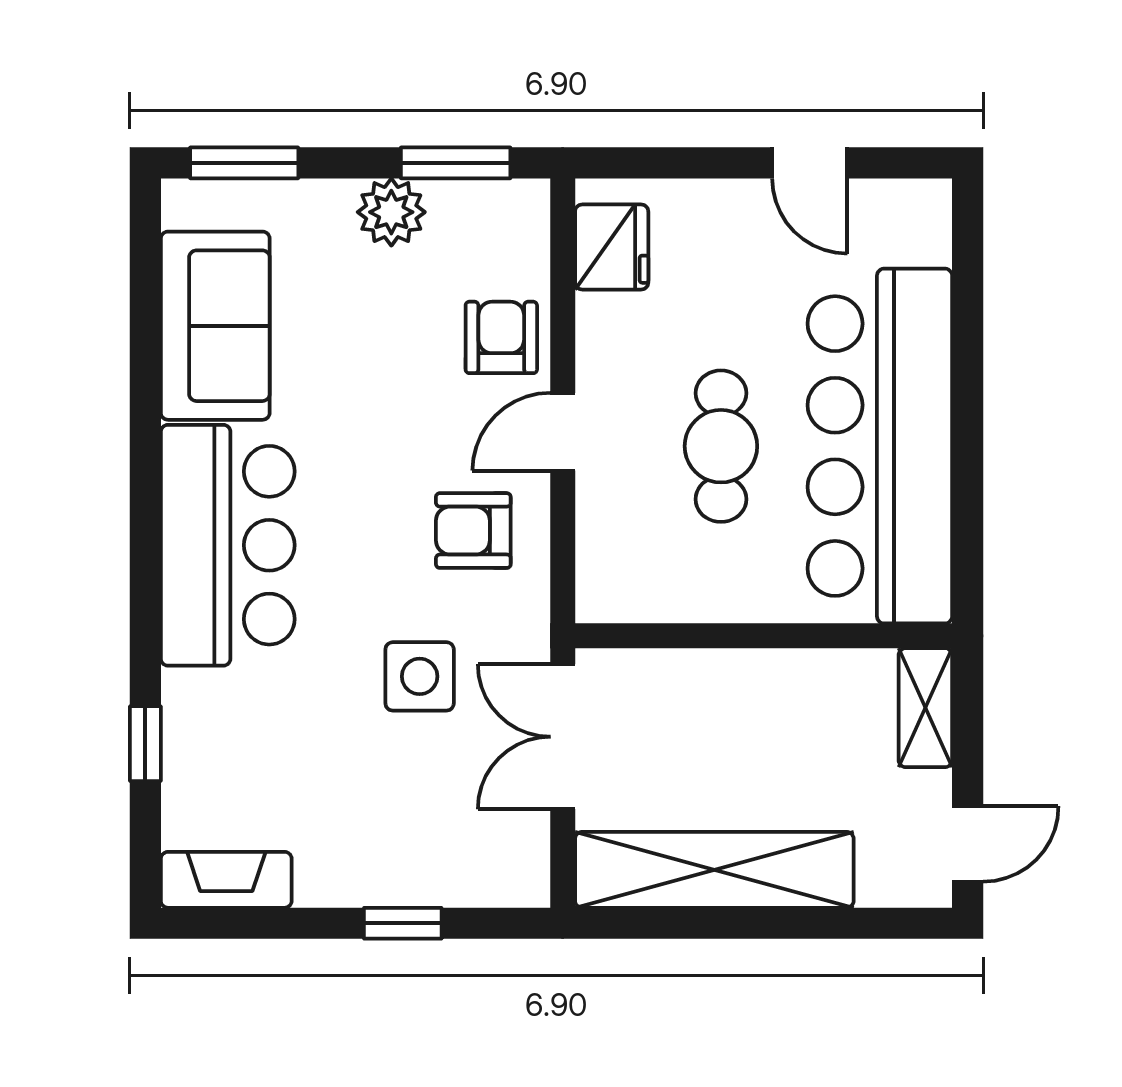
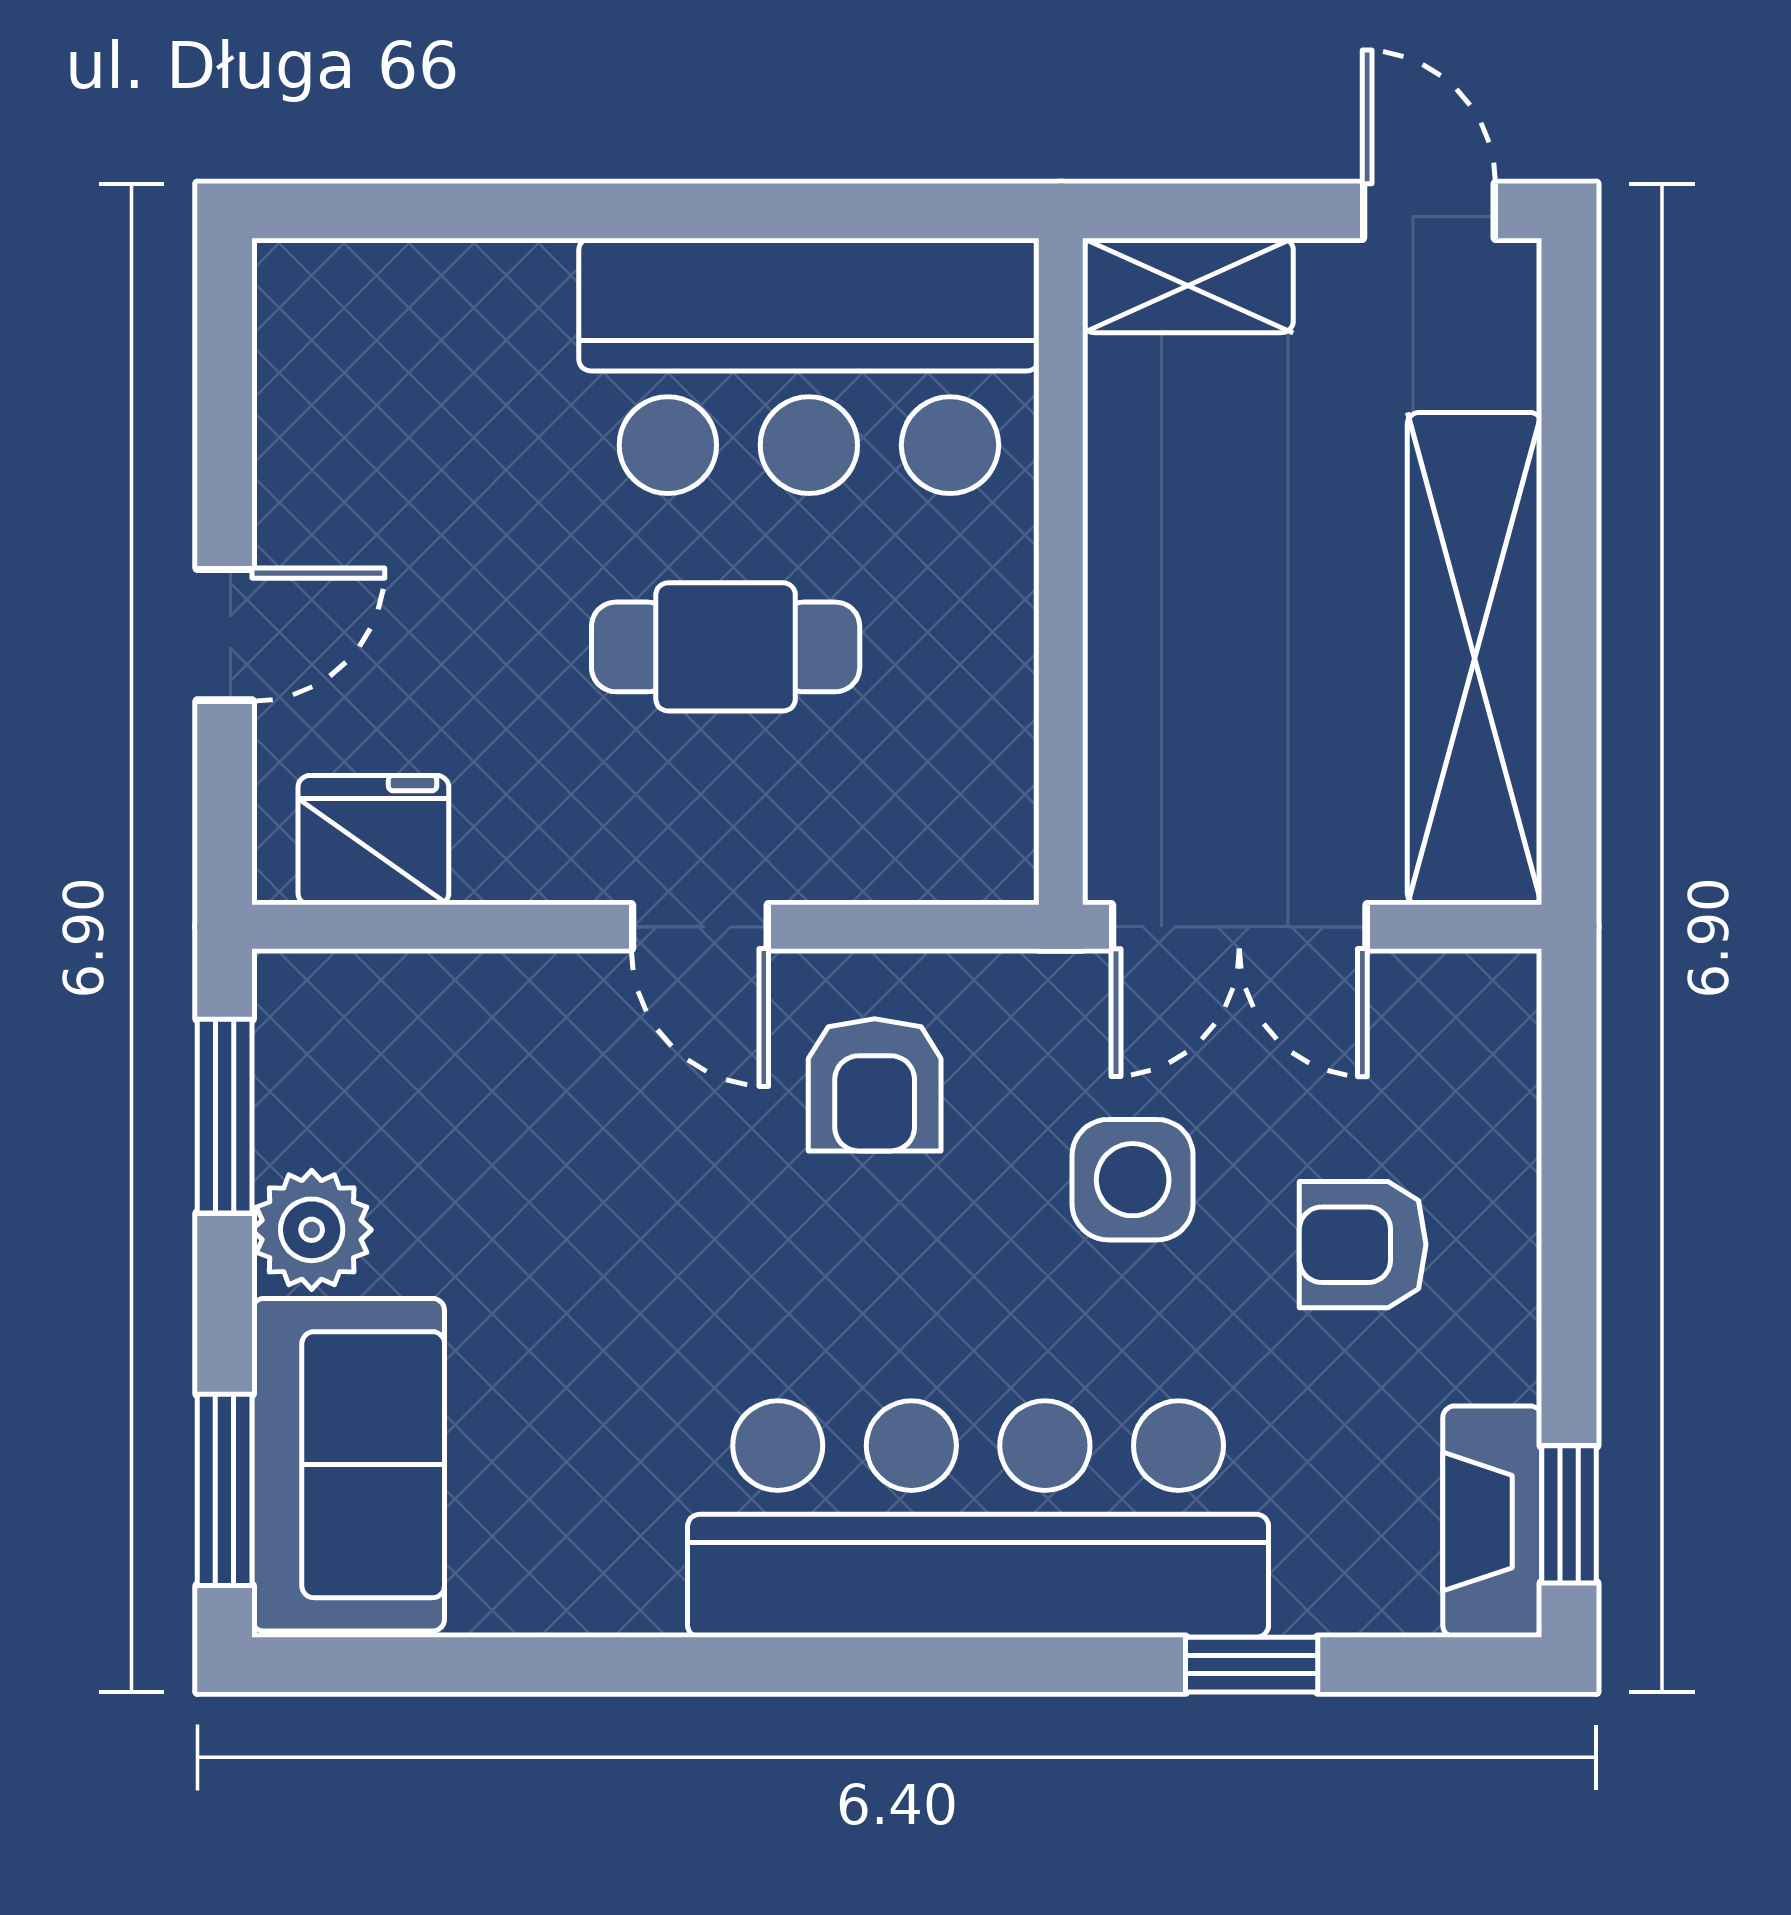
door: (810, 163) -> (225, 635), moved
sofa: (215, 326) -> (348, 1465), moved, turned 90
armchair: (501, 337) -> (1363, 1245), moved
bar counter: (880, 446) -> (809, 366), width x0.73
bar counter: (228, 545) -> (978, 1519), width x1.36
window: (403, 923) -> (1569, 1514), moved

